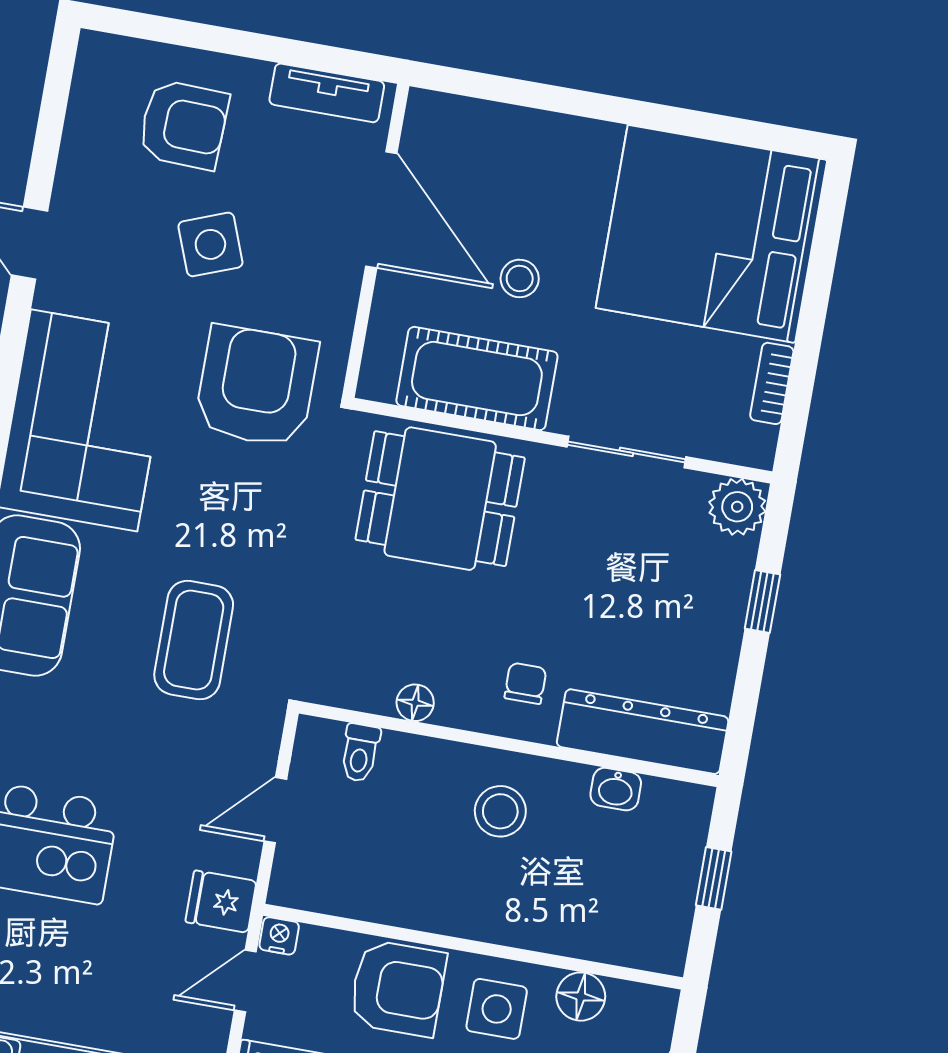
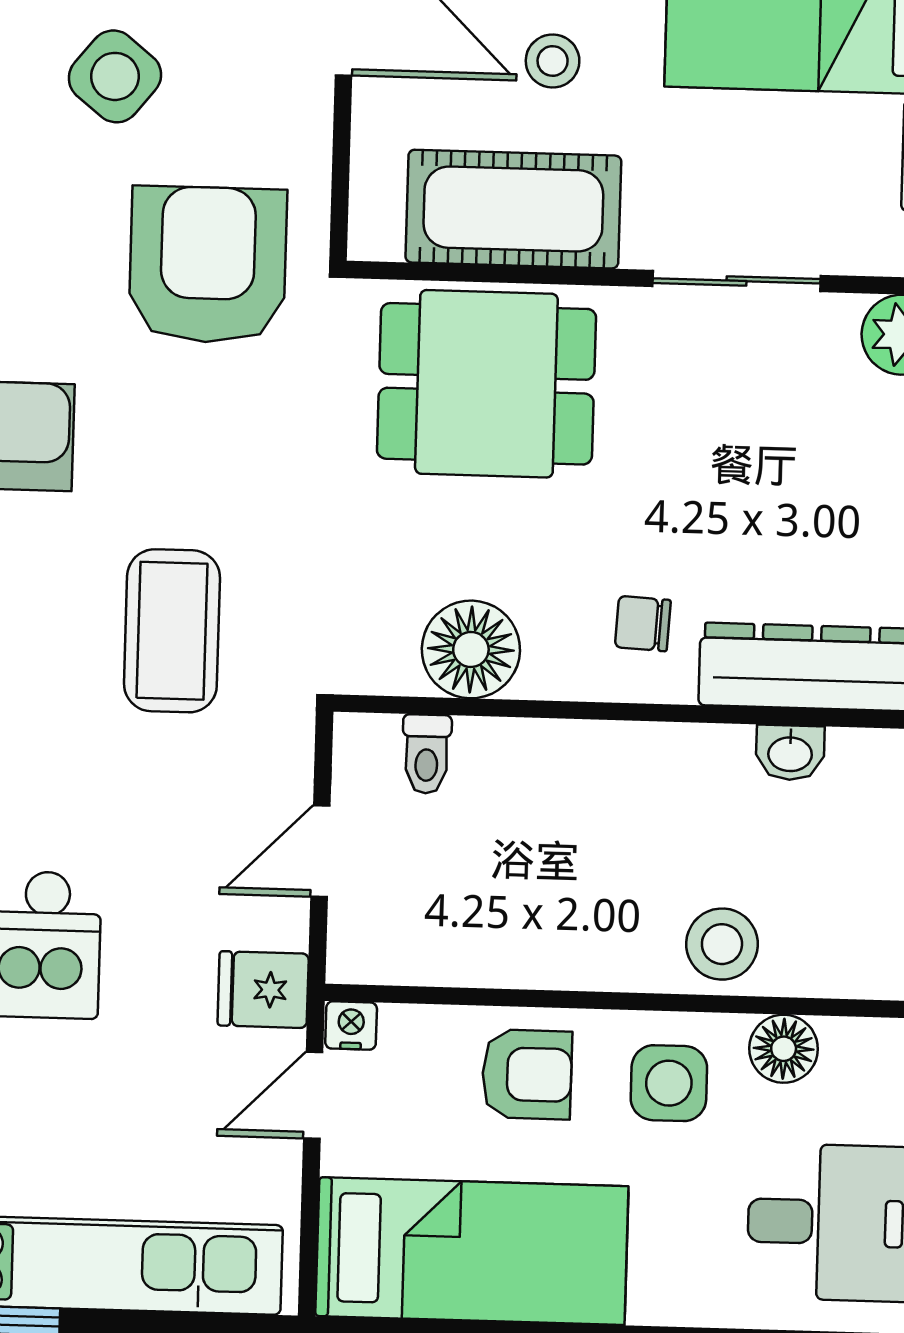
side table: (210, 244) -> (115, 76), turned -30
chair: (525, 683) -> (643, 624), turned -87
floor lamp: (415, 703) -> (471, 649), width x1.89, depth x1.89
stool: (500, 811) -> (722, 944), moved
armchair: (398, 988) -> (527, 1074), width x0.72, depth x0.72

